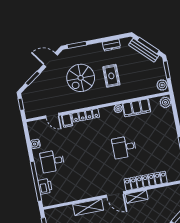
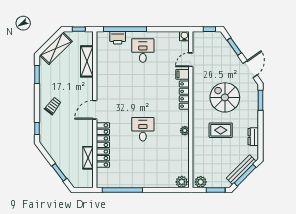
filing cabinet: (136, 108) -> (182, 150), removed
water cooler: (35, 144) -> (184, 36), moved
shelving: (137, 197) -> (88, 158), moved
shelving: (88, 207) -> (87, 61), moved

